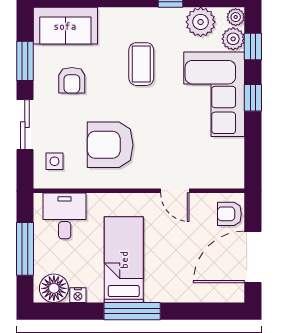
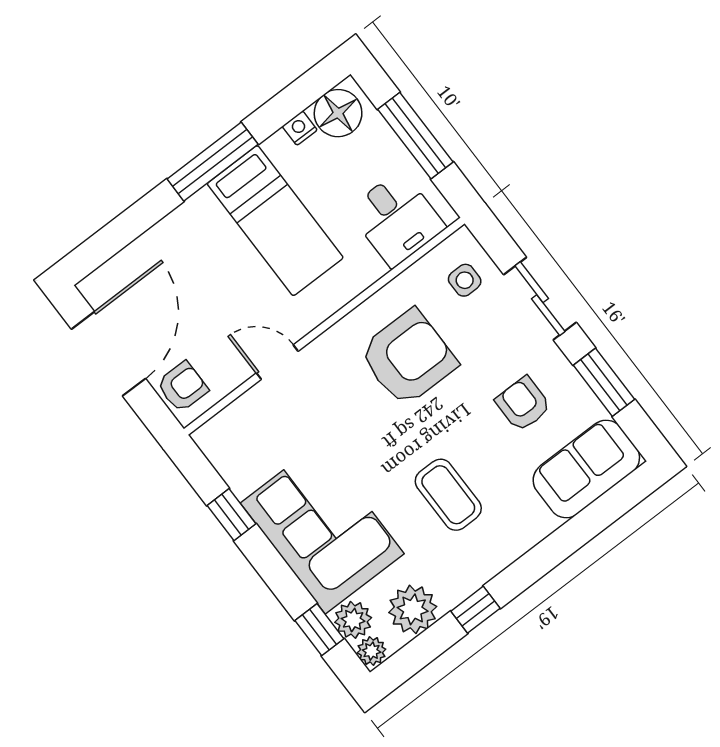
window: (253, 98) -> (232, 515), moved

